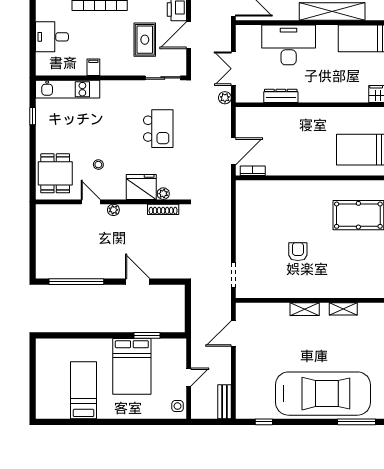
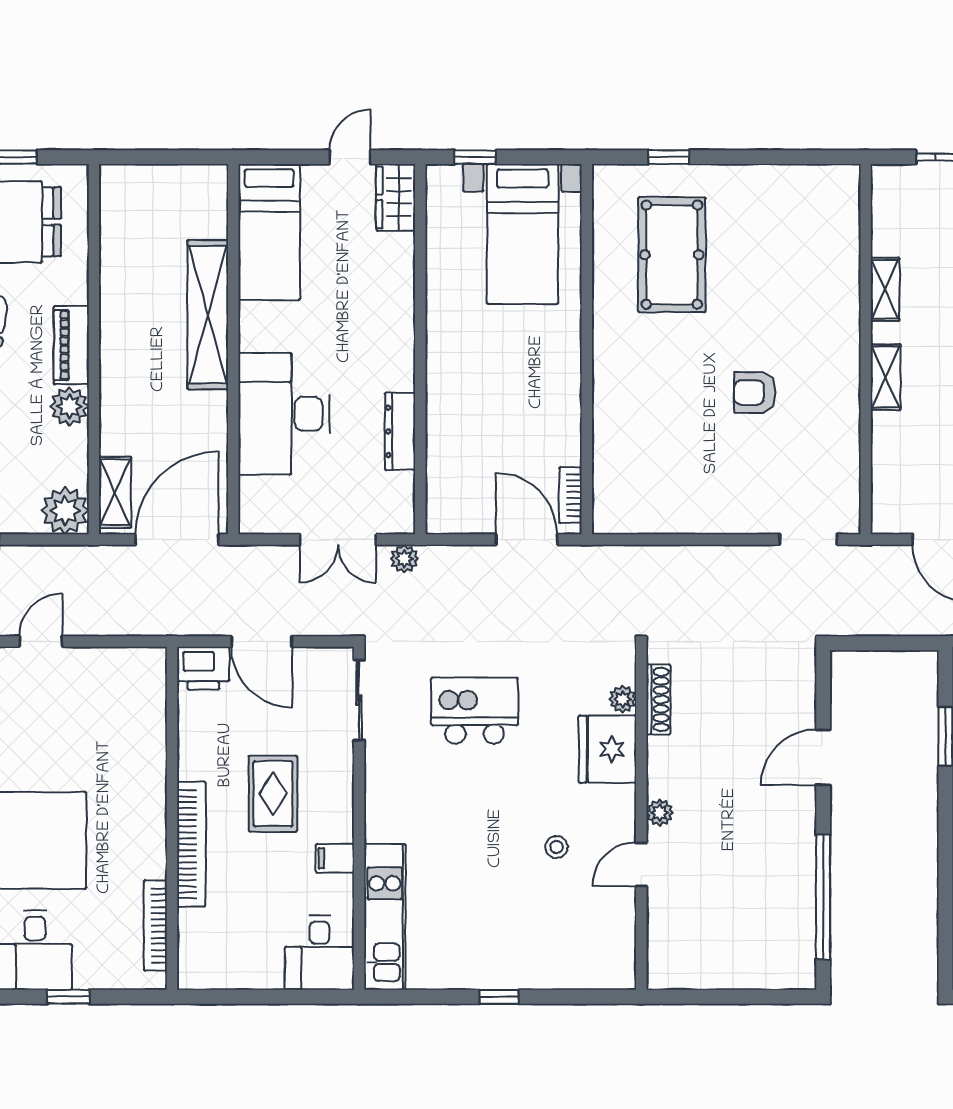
desk: (52, 37) -> (319, 953), moved
rug: (145, 40) -> (273, 794), moved, turned 90
window: (33, 116) -> (499, 997), moved
dining table: (55, 173) -> (577, 945), removed

